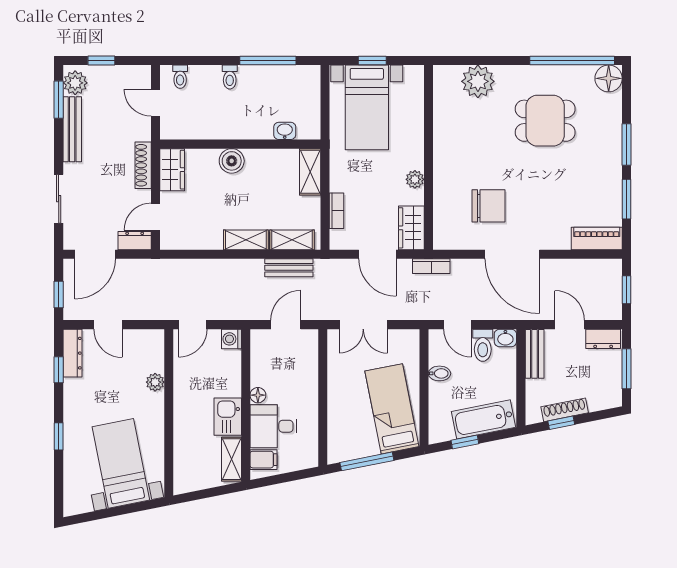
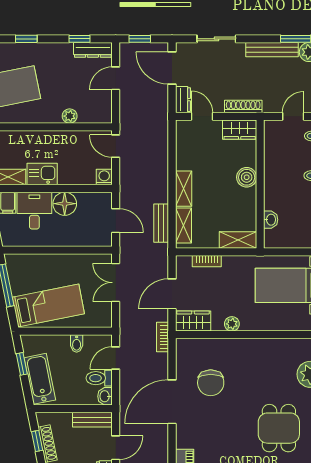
floor lamp: (258, 395) -> (65, 204), width x1.89, depth x1.89

